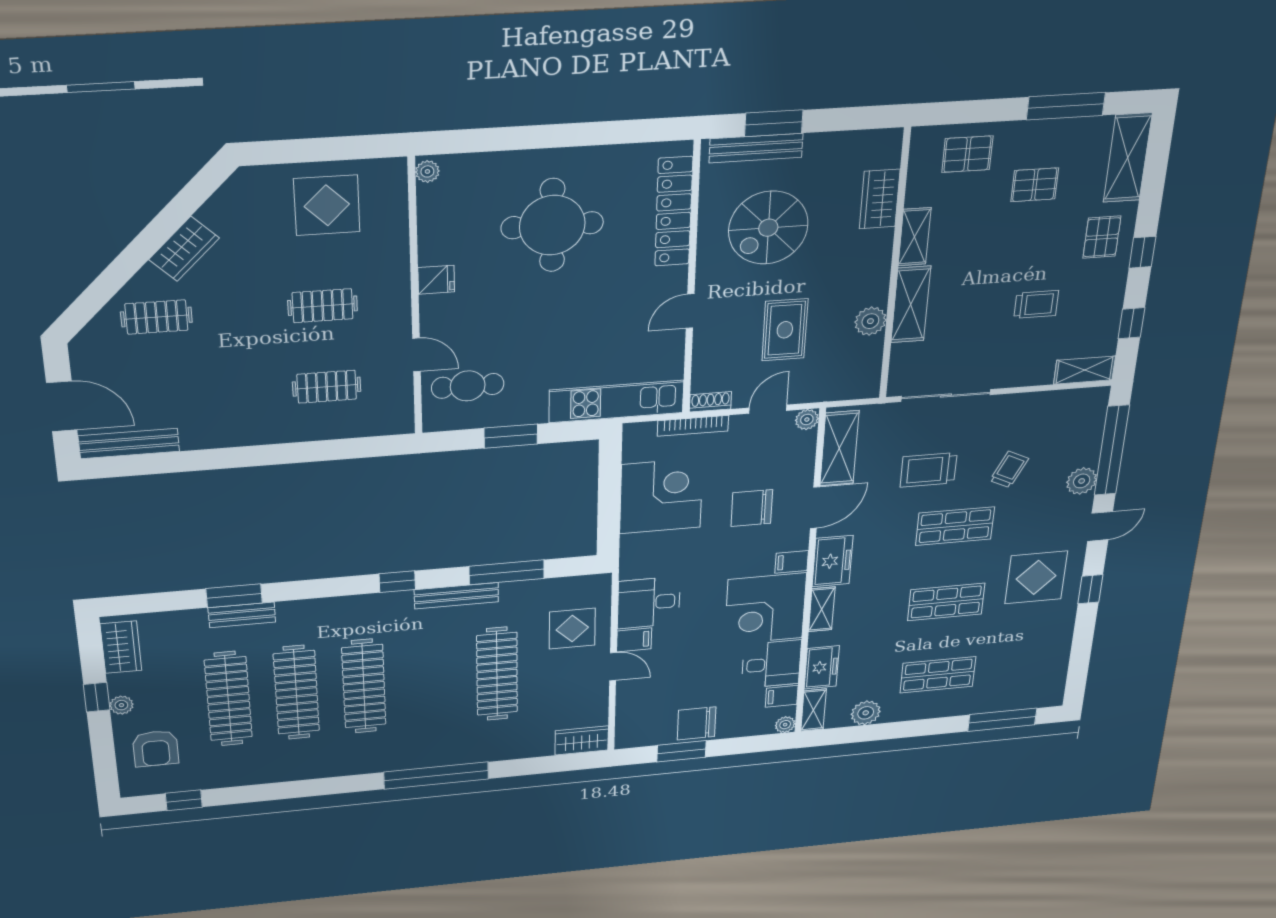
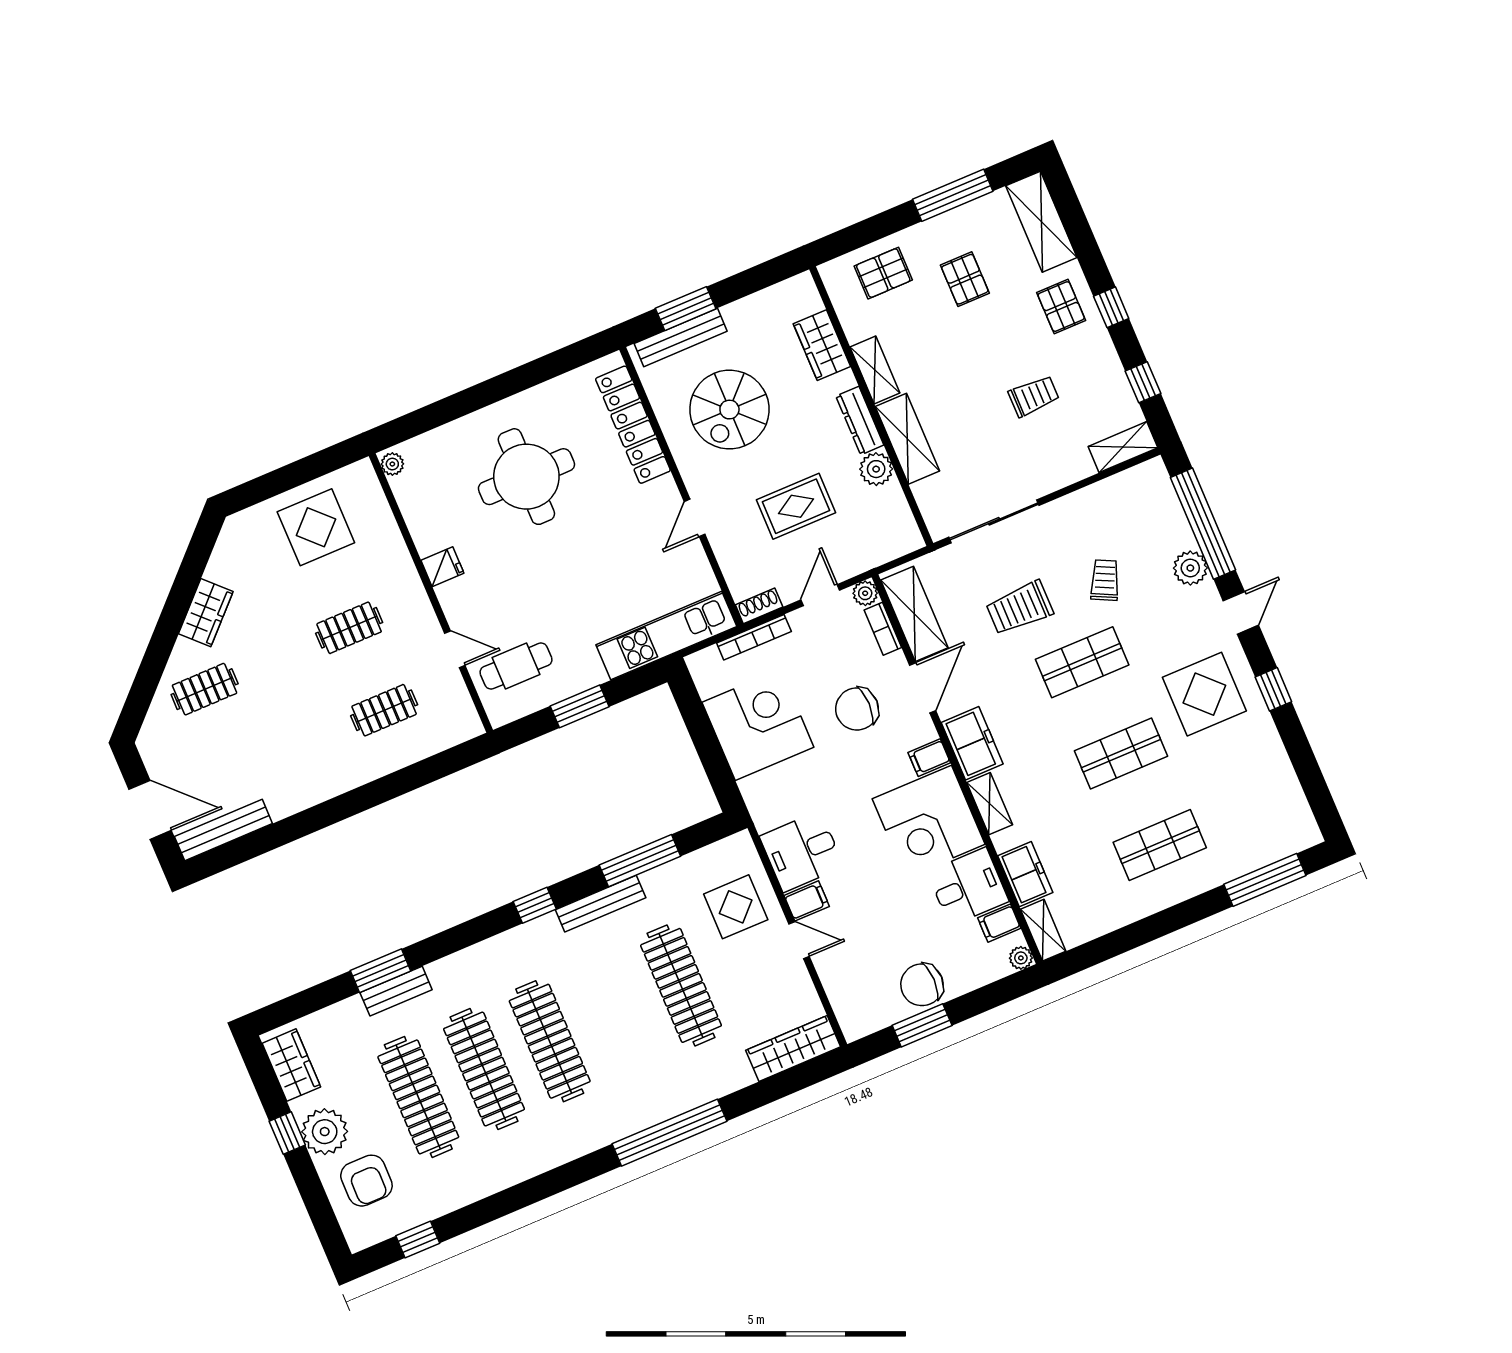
pallet: (1035, 185) -> (965, 279), turned 90
dresser: (878, 276) -> (860, 421), added
rug: (785, 330) -> (796, 506), turned 90
bookcase: (807, 452) -> (883, 629), added
plant: (121, 705) -> (325, 1132), width x1.87, depth x1.87
plant: (866, 713) -> (1104, 917), removed
wardrobe: (582, 740) -> (793, 1049), width x1.50

